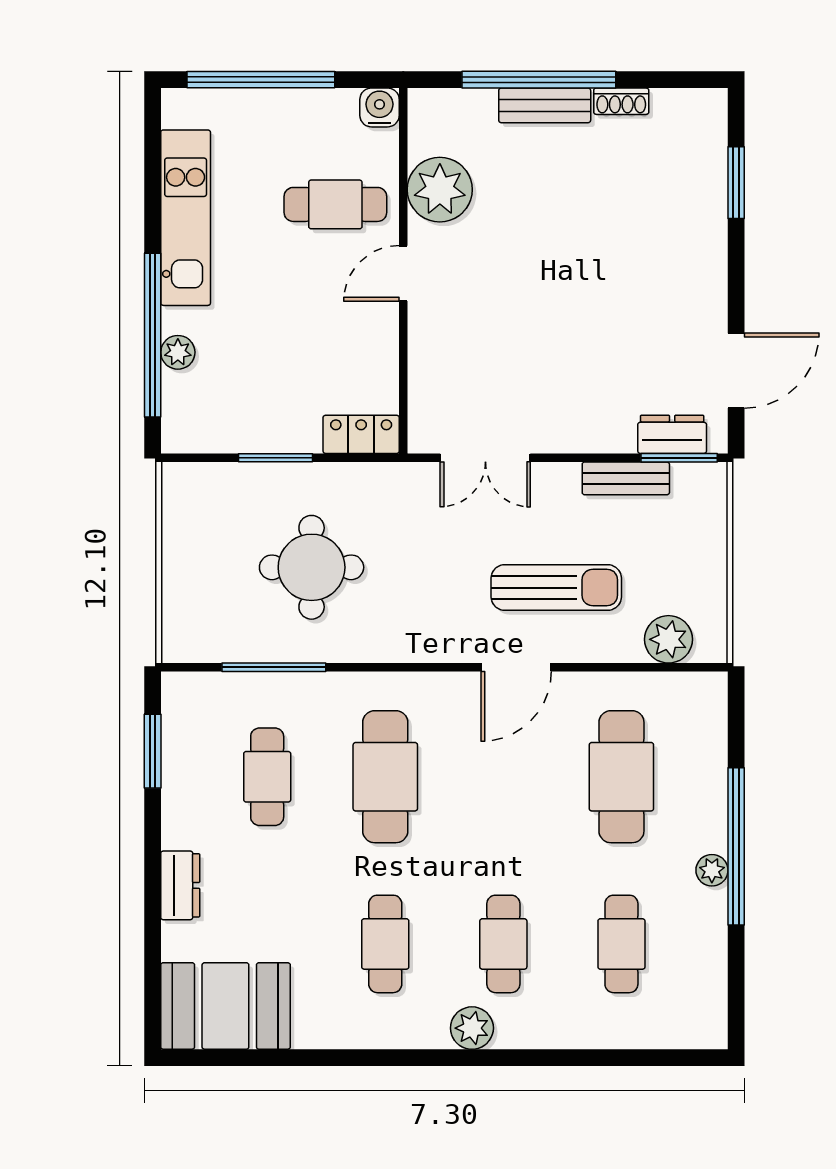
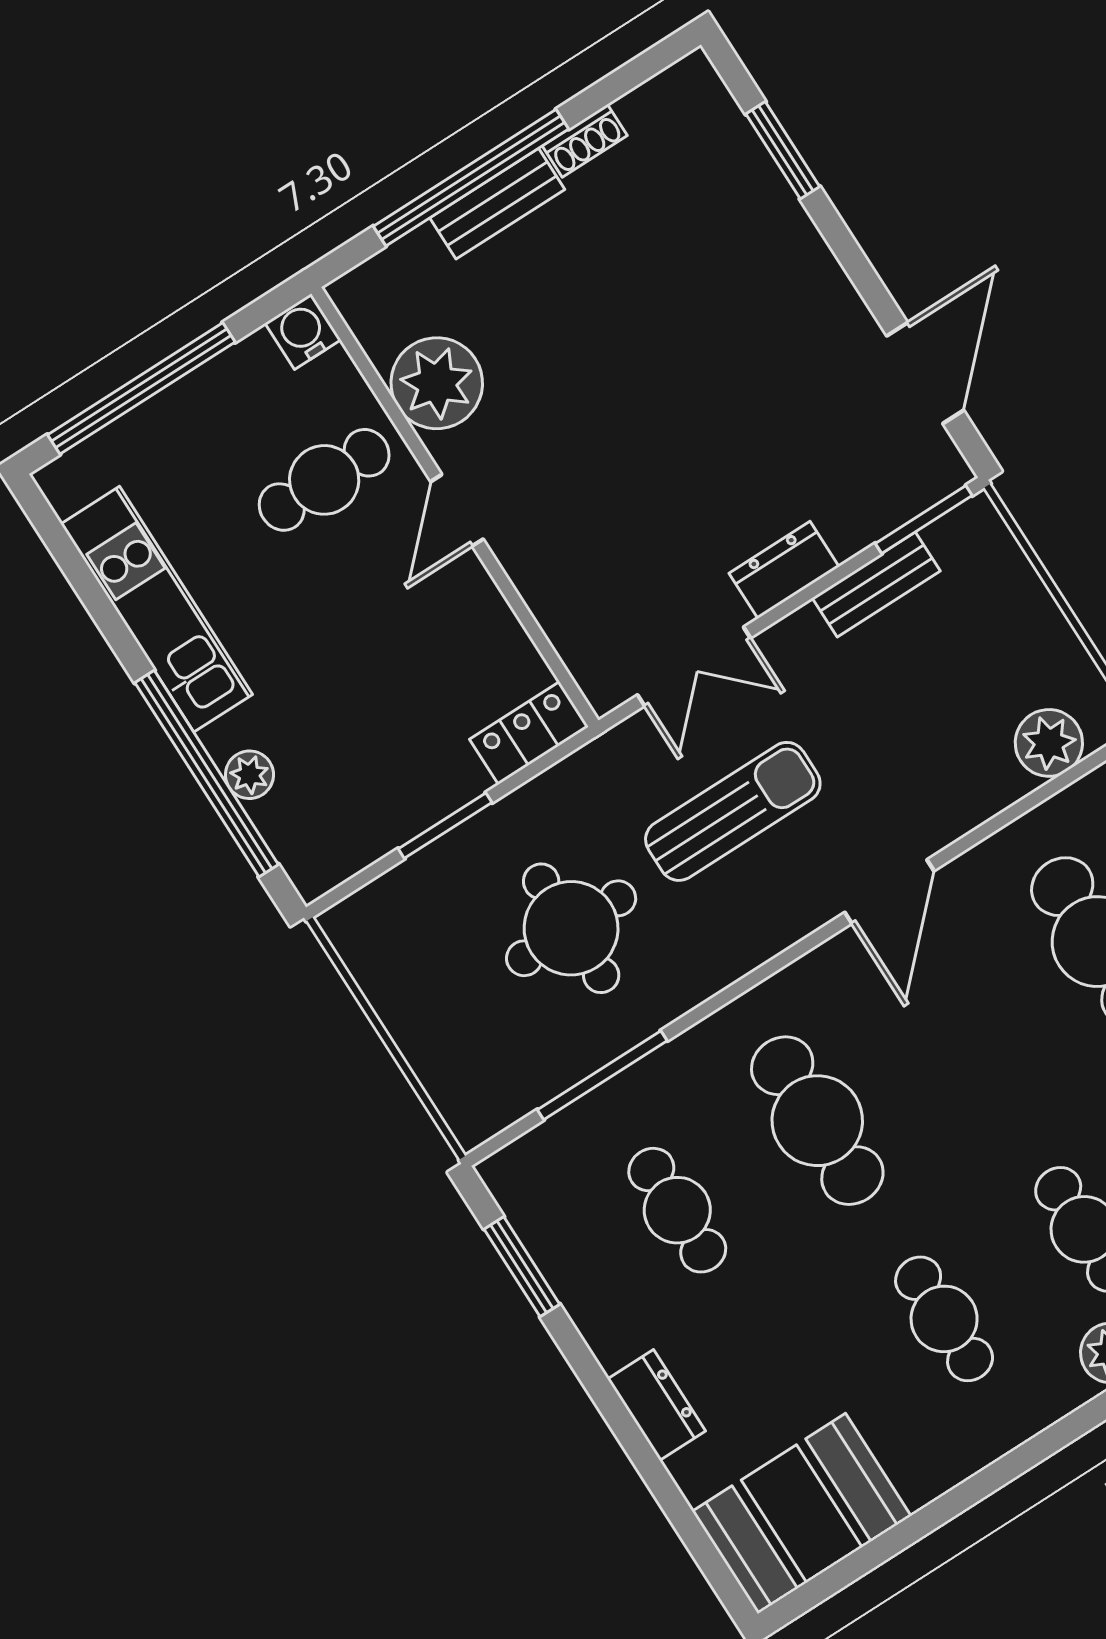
dresser: (672, 434) -> (784, 570), moved
sun lounger: (556, 588) -> (733, 811), moved

